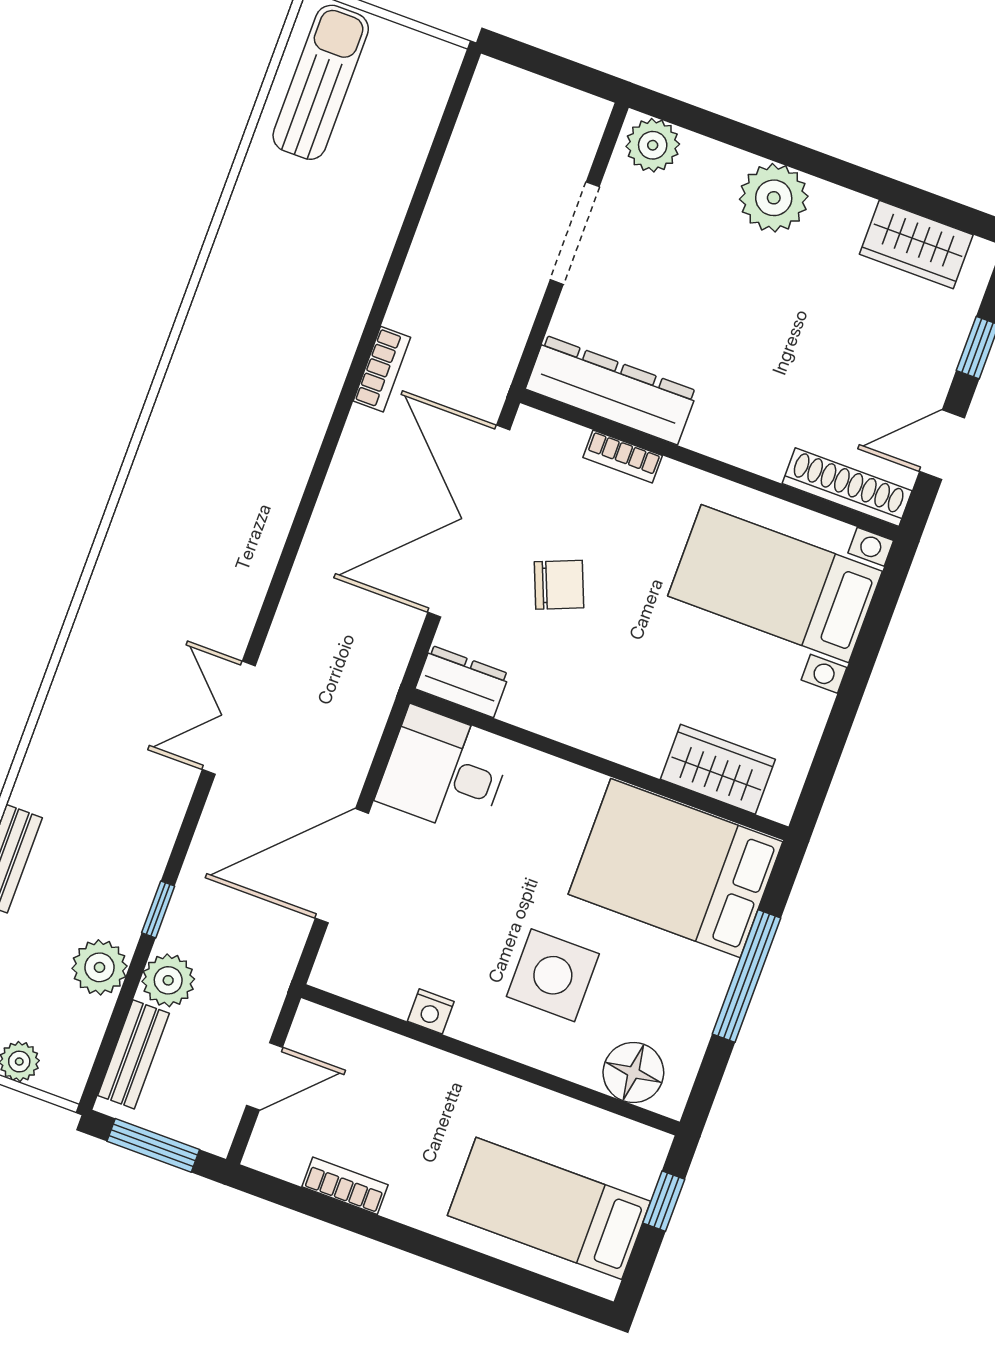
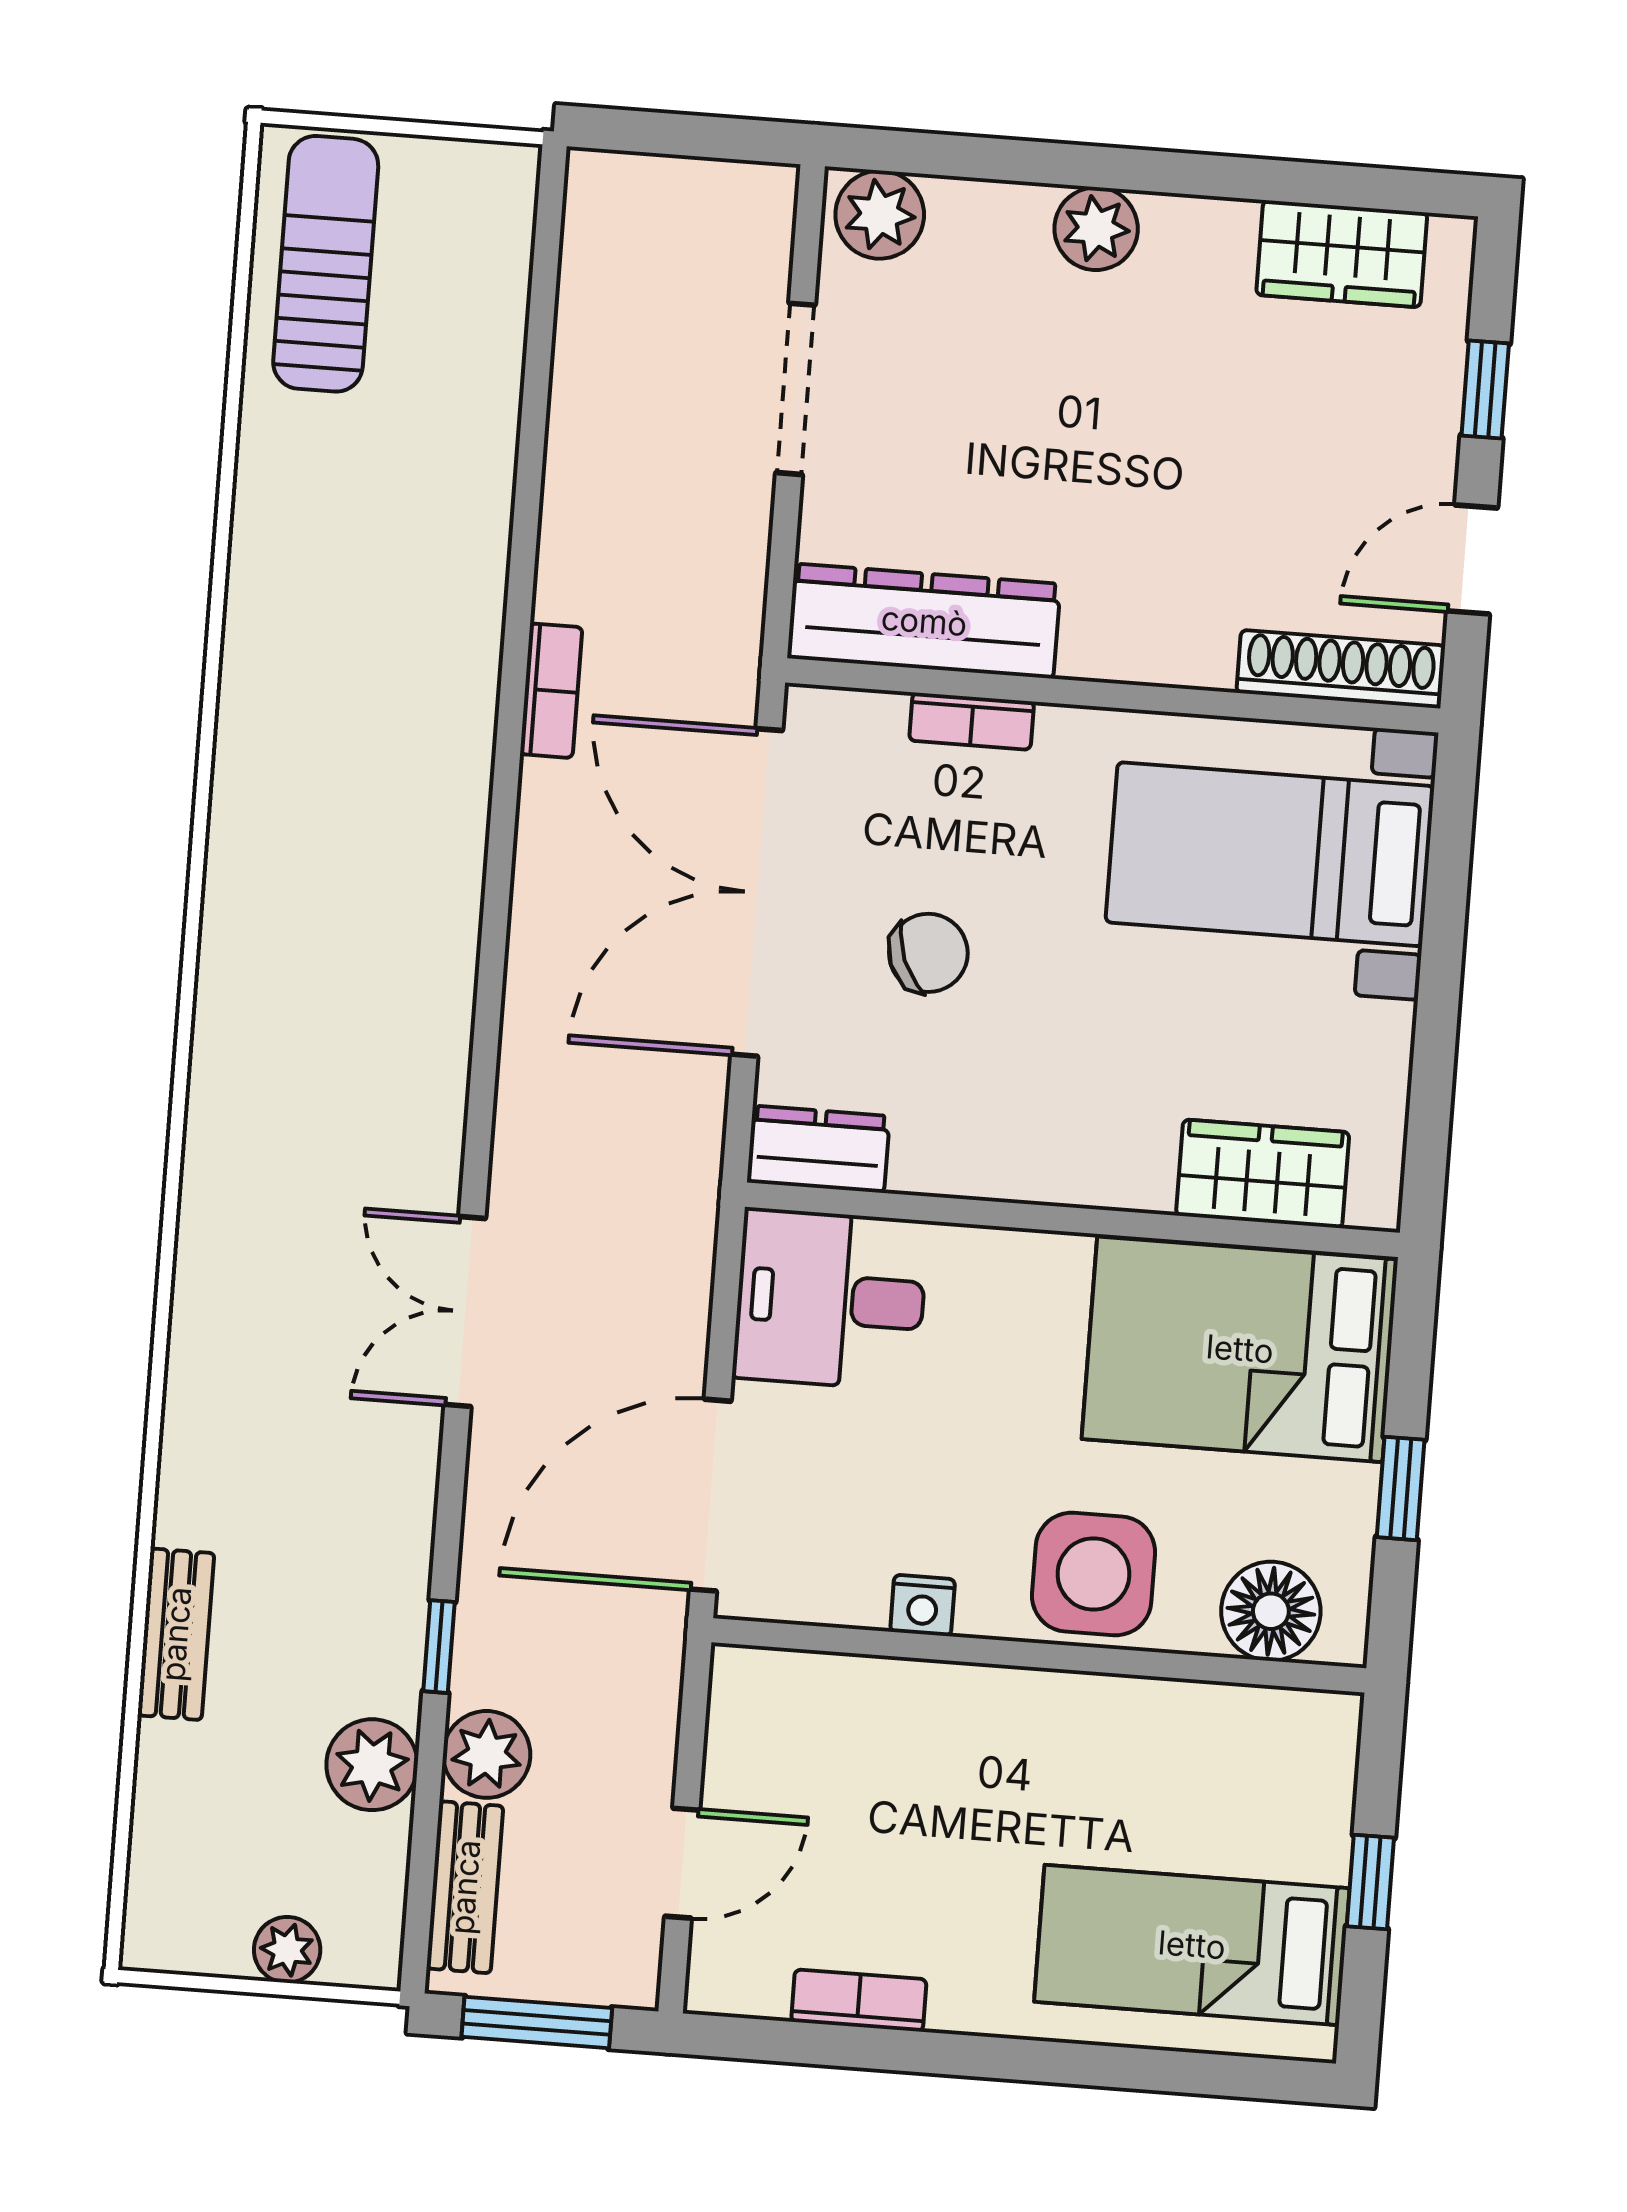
plant: (774, 198) -> (1096, 229), width x0.73, depth x0.73
window: (747, 976) -> (1401, 1488), width x0.46
nightstand: (431, 1011) -> (923, 1605), moved
wall: (490, 1060) -> (1039, 1655), moved
floor lamp: (633, 1072) -> (1271, 1611), moved

